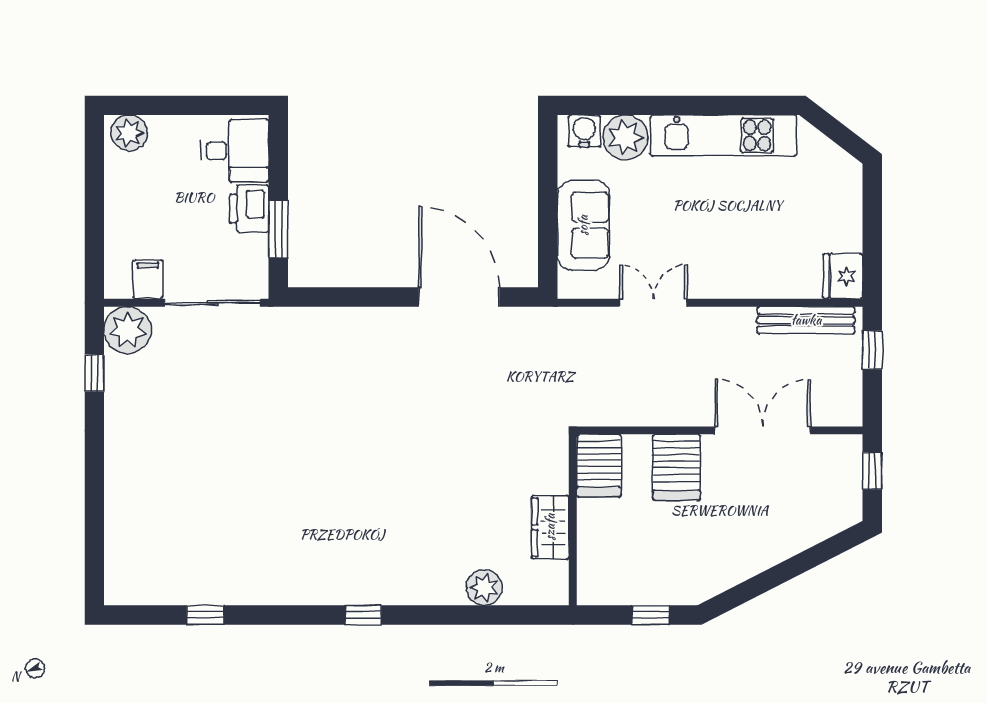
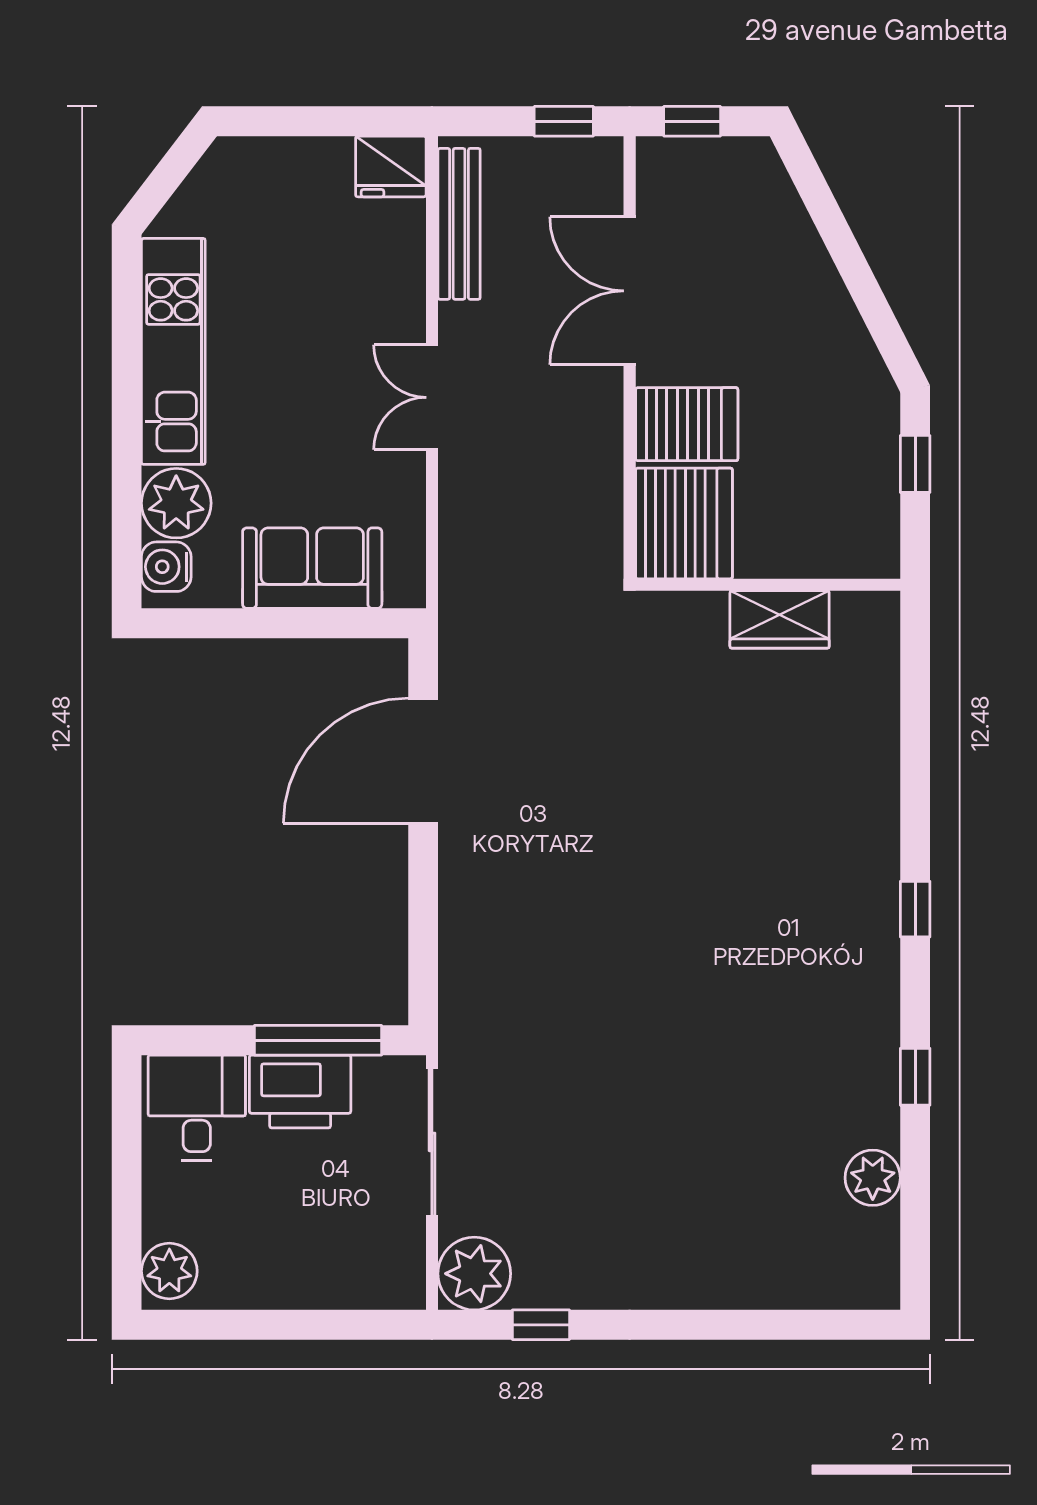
printer: (249, 209) -> (300, 1091), width x1.37, depth x1.19
window: (278, 229) -> (318, 1040), width x1.44
filing cabinet: (148, 279) -> (396, 1242), removed
double door: (653, 303) -> (432, 397), moved
window: (872, 350) -> (564, 121), moved
server rack: (599, 466) -> (684, 523), width x1.60
plant: (484, 588) -> (873, 1178), moved
window: (205, 615) -> (915, 1077), moved

